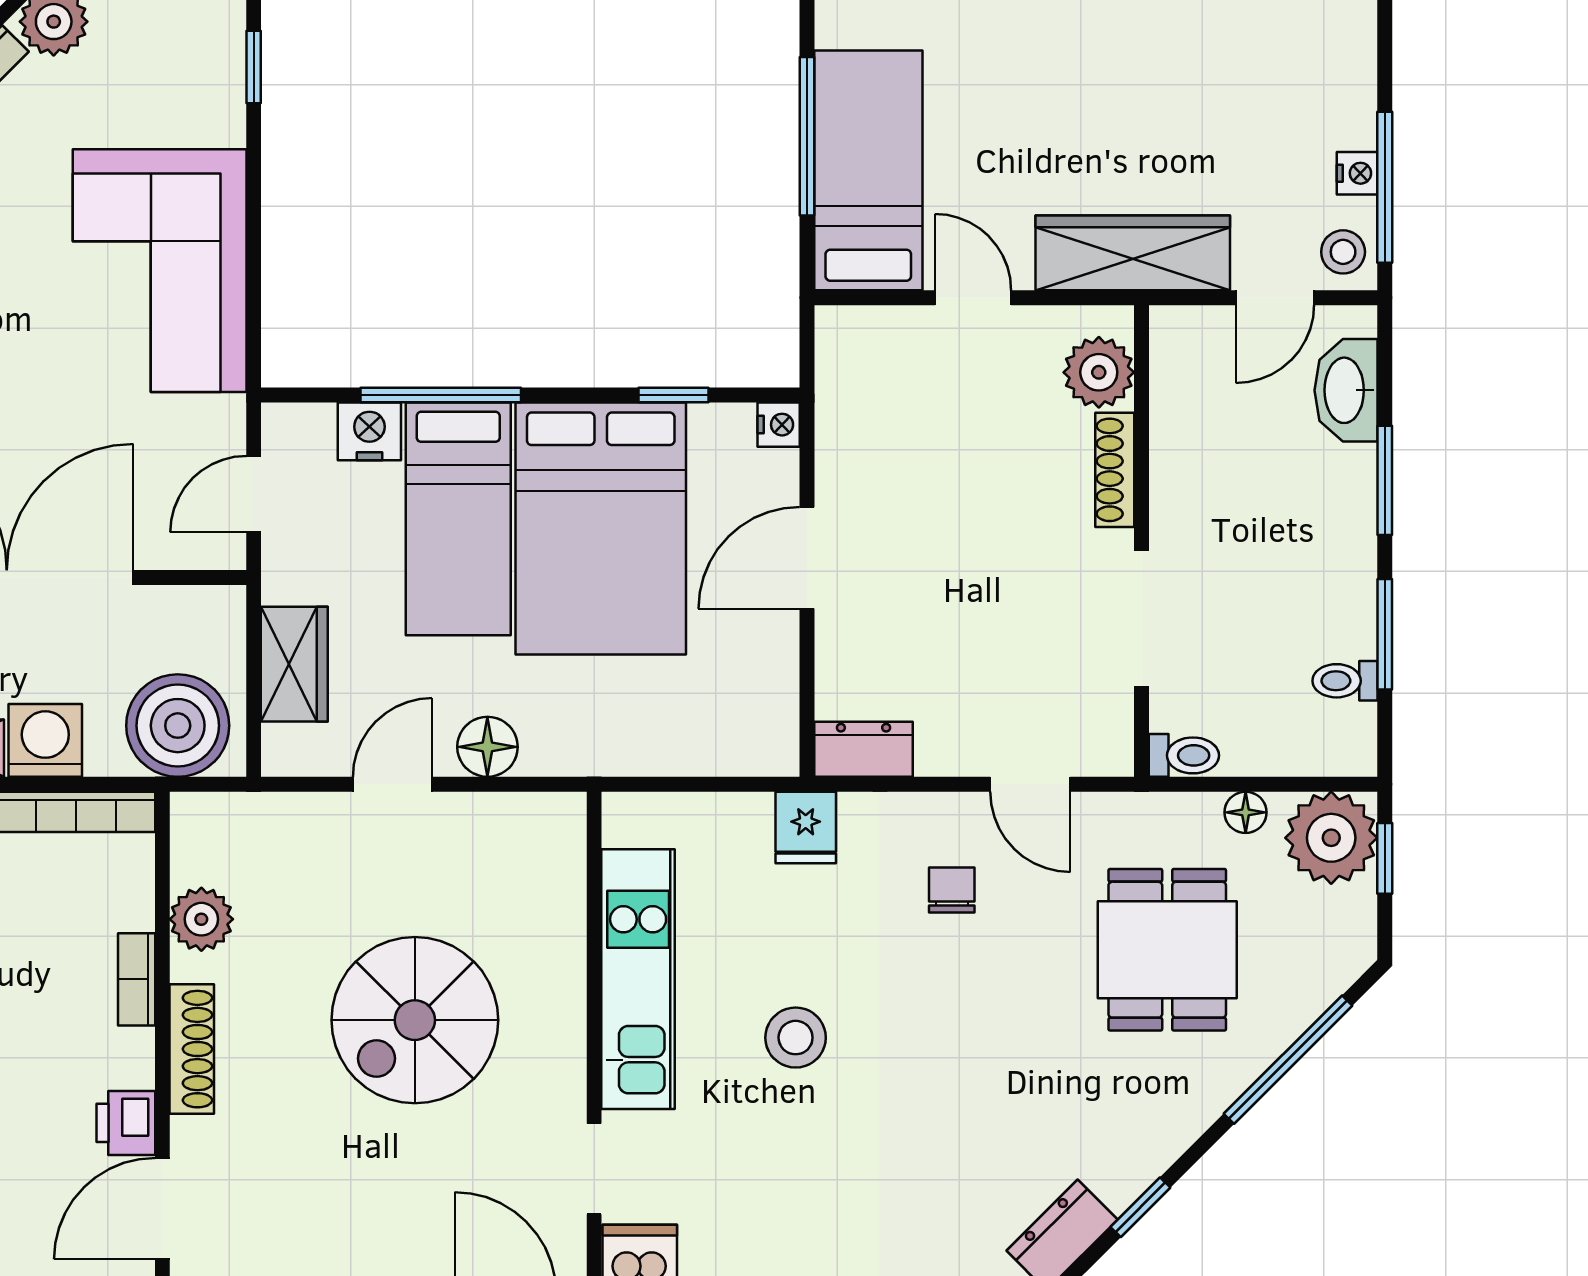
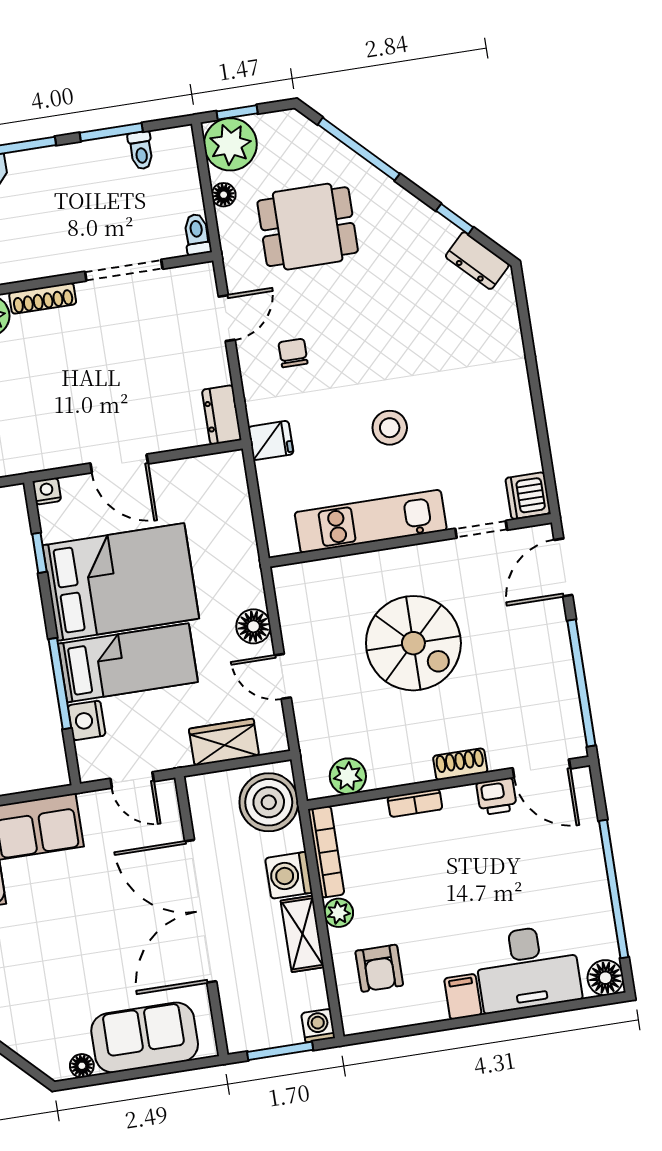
chair: (952, 890) -> (293, 353), turned 90
plant: (201, 919) -> (348, 776), moved
shoe rack: (192, 1049) -> (460, 764), width x0.70

